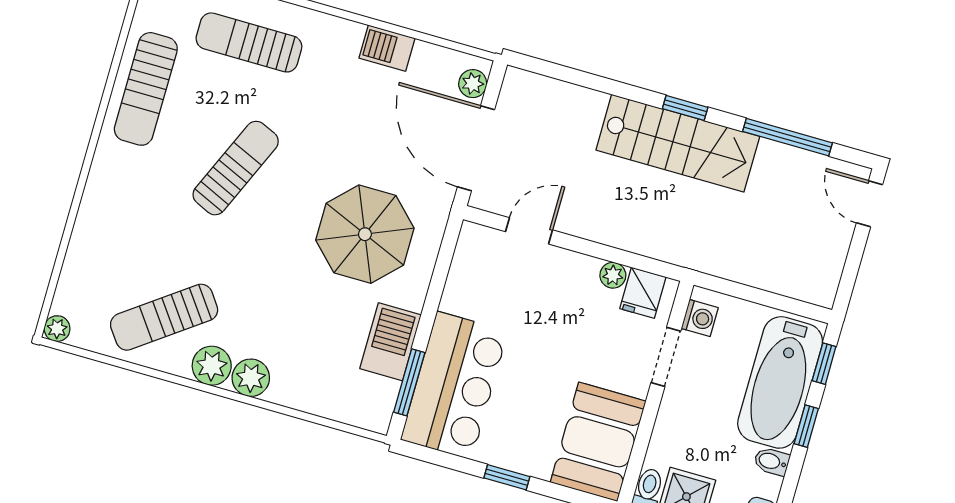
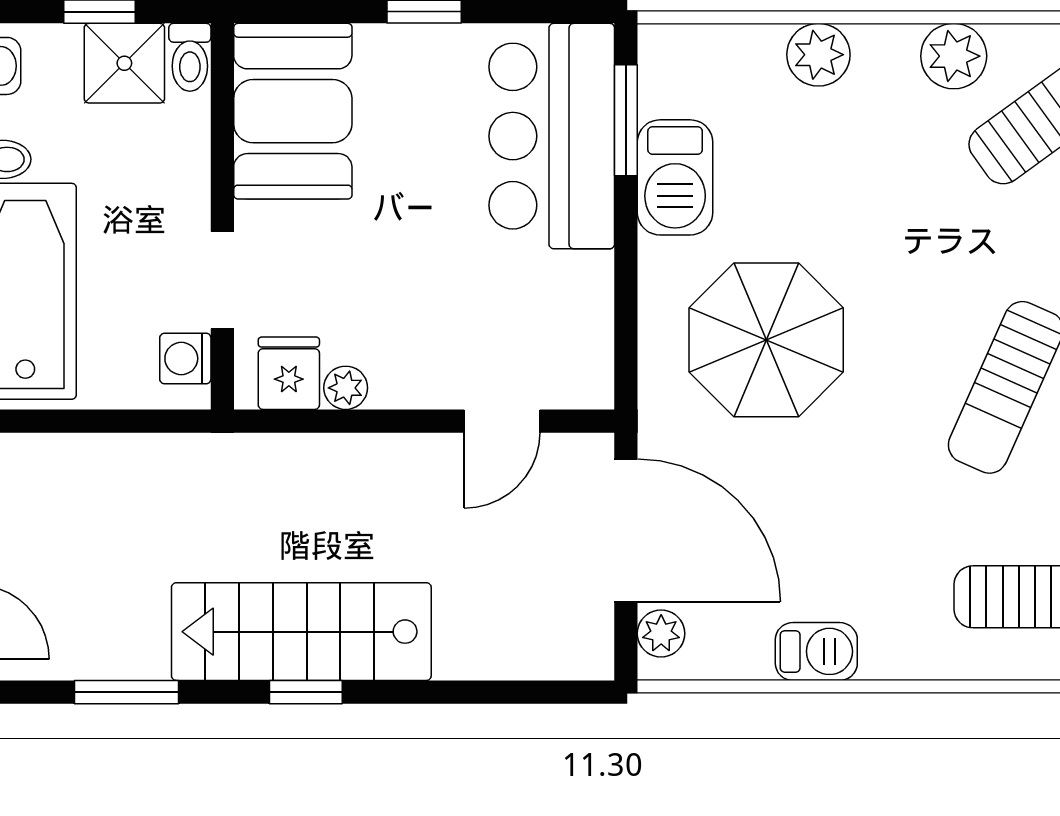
window: (787, 137) -> (127, 692), width x0.69
plant: (251, 378) -> (818, 55), moved

